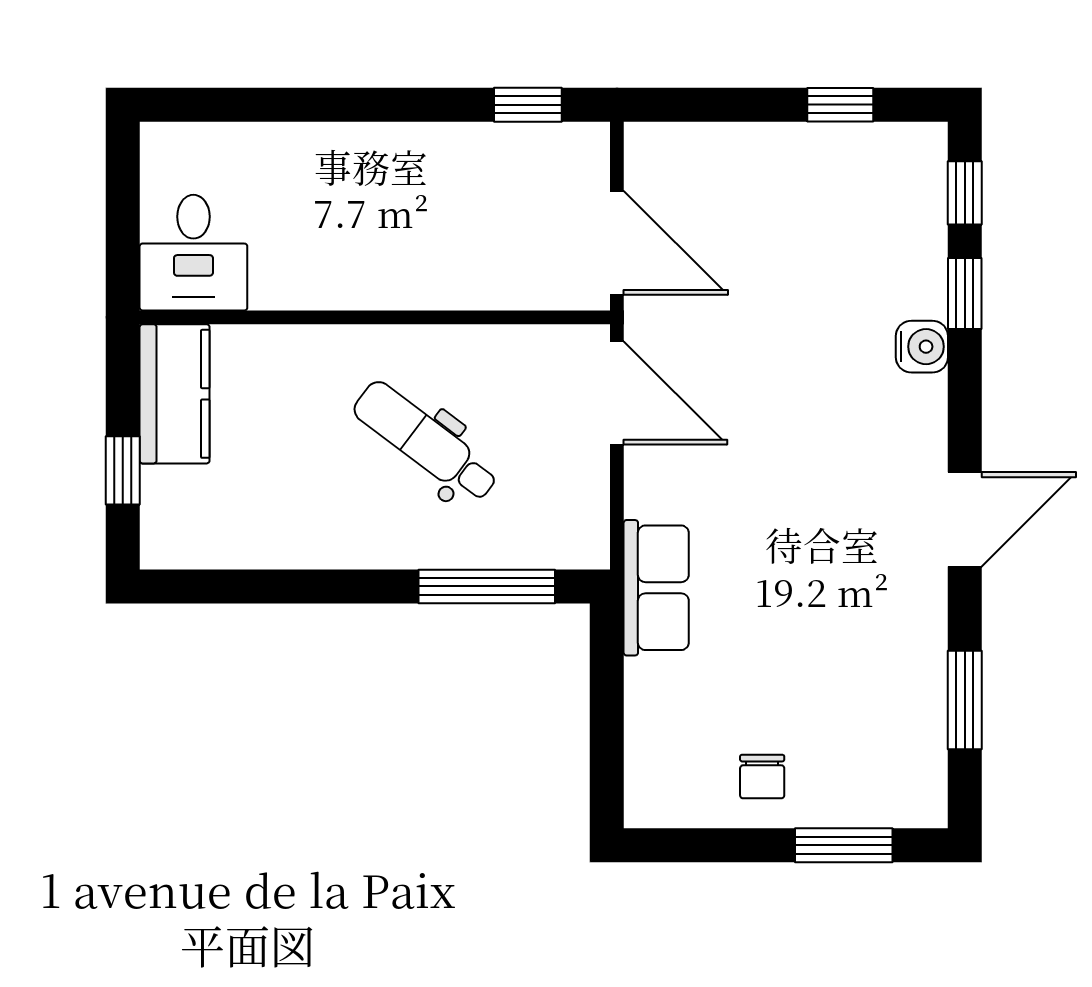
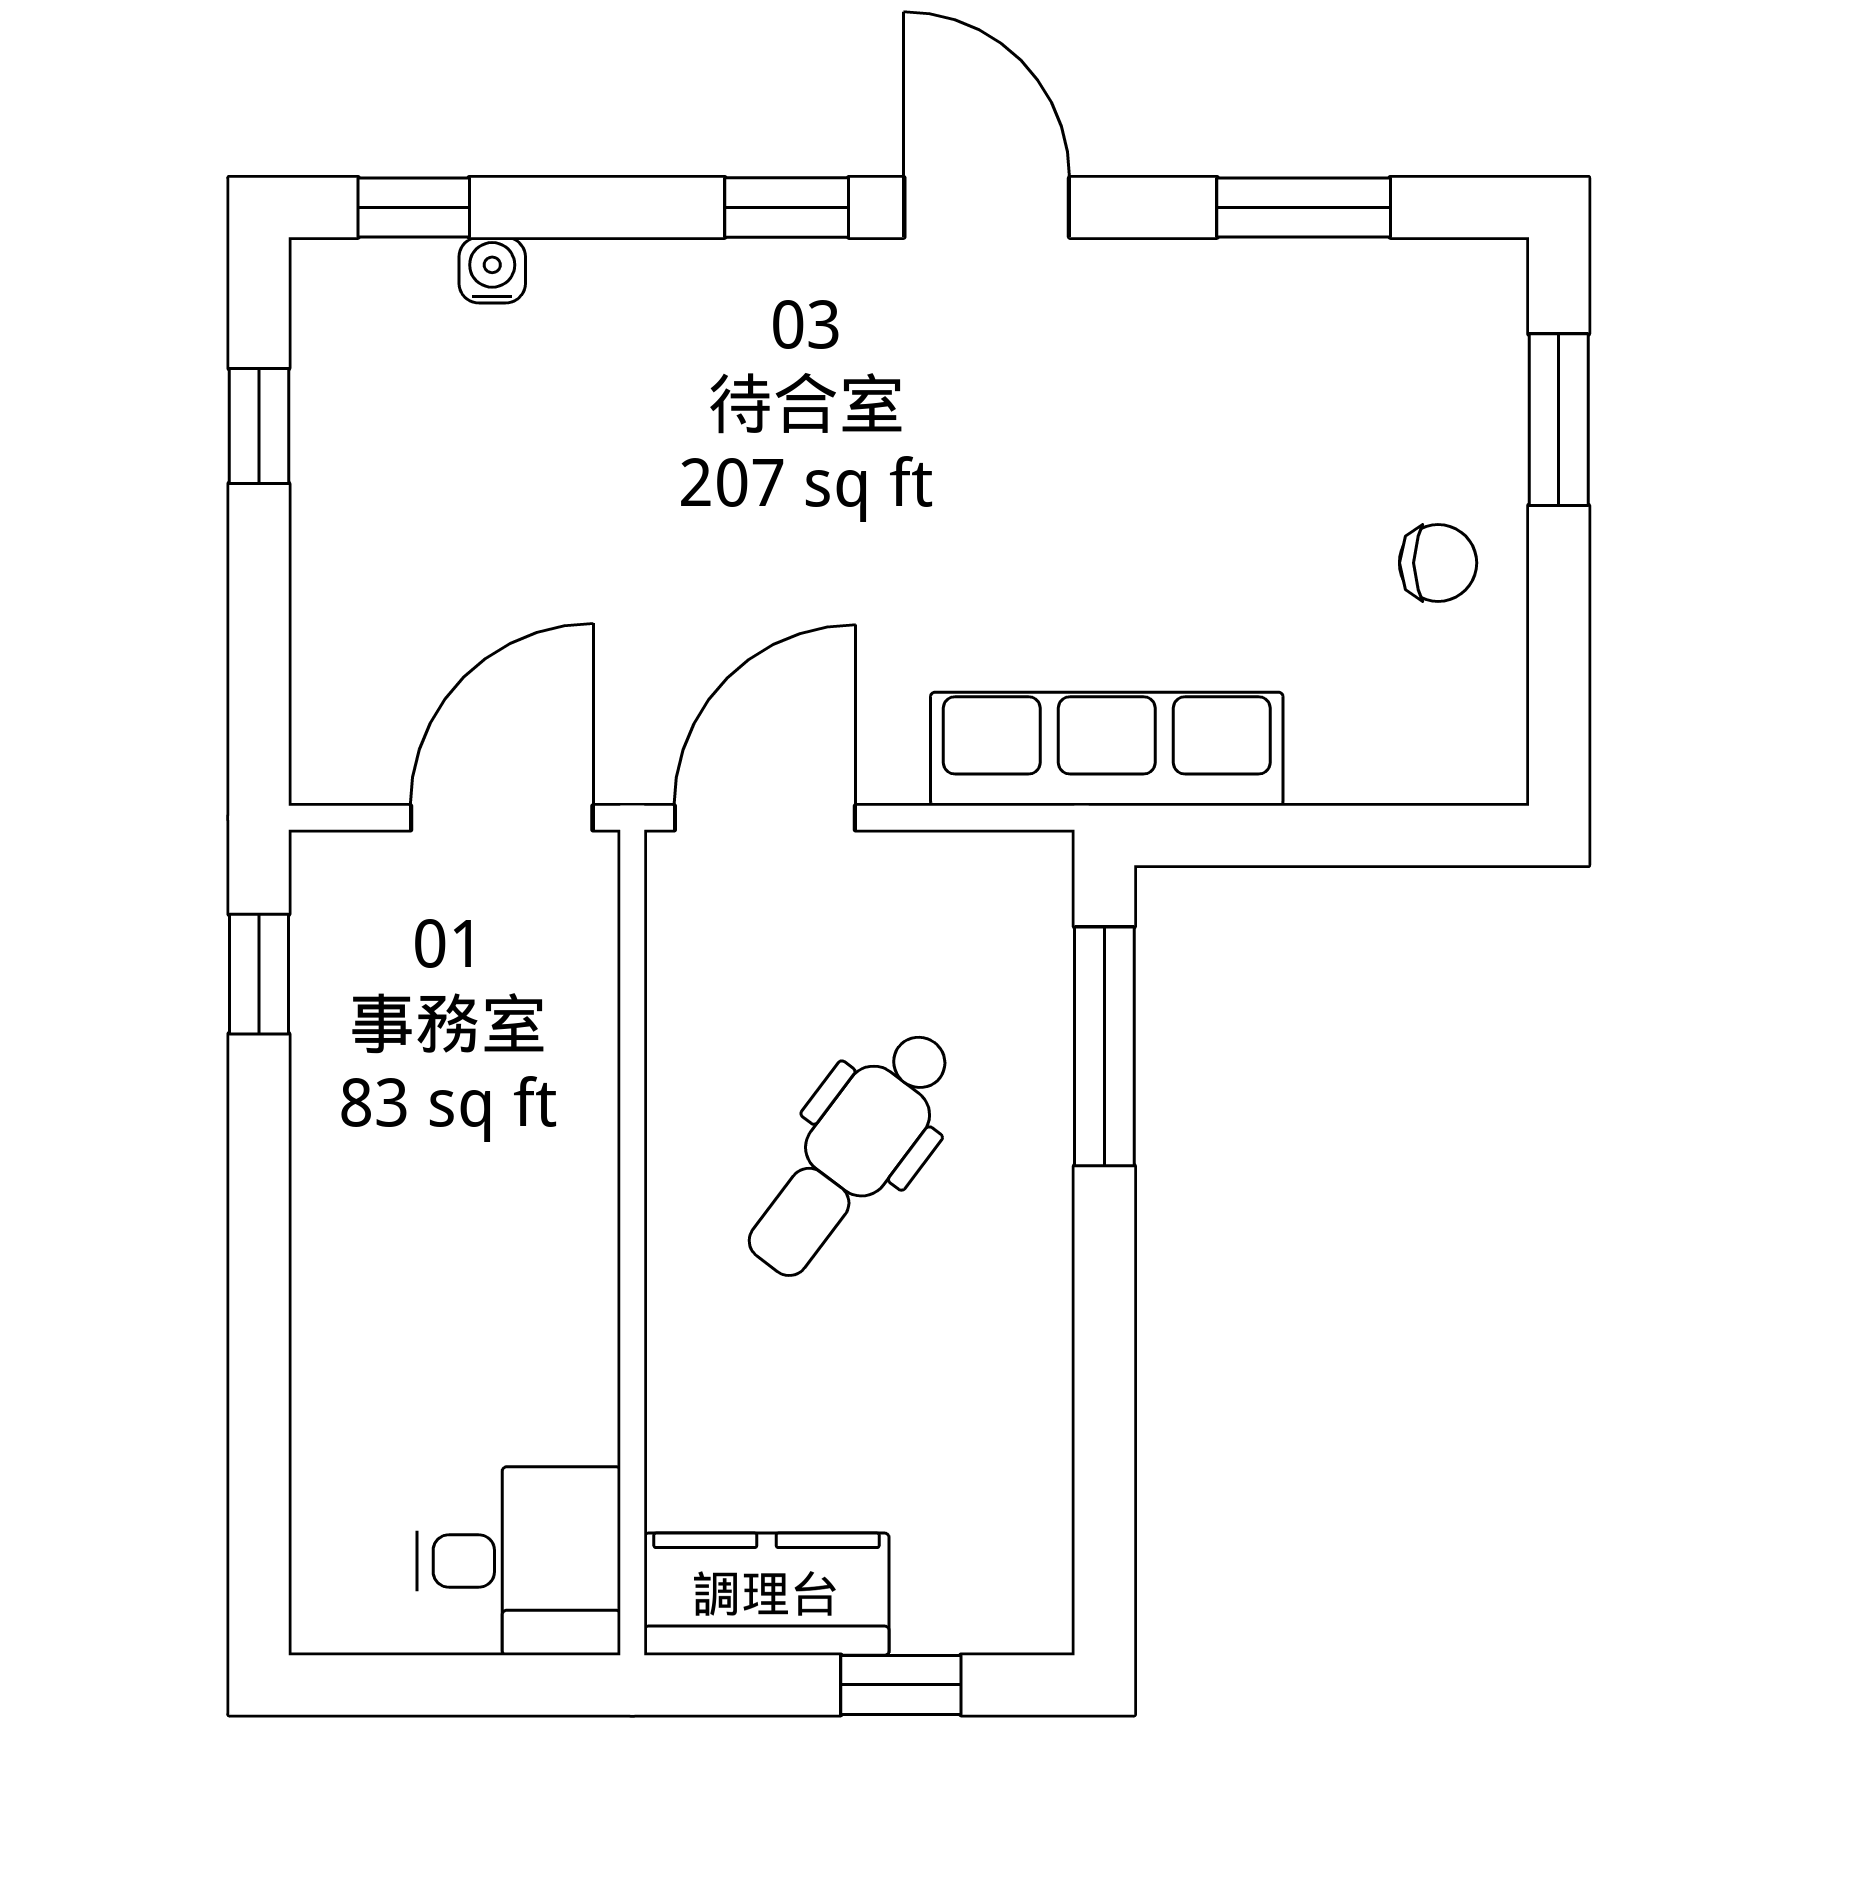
window: (965, 293) -> (787, 207), moved
water cooler: (922, 347) -> (492, 270), moved, width x0.72, depth x0.72
row of seats: (656, 588) -> (1107, 749), width x1.48

